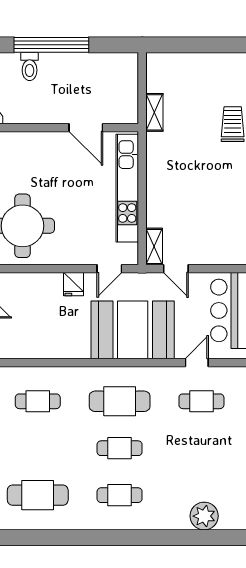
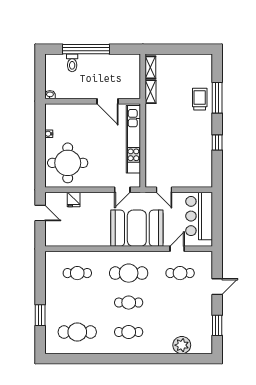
shelving: (154, 247) -> (150, 67), moved
fridge: (73, 284) -> (74, 200), moved

